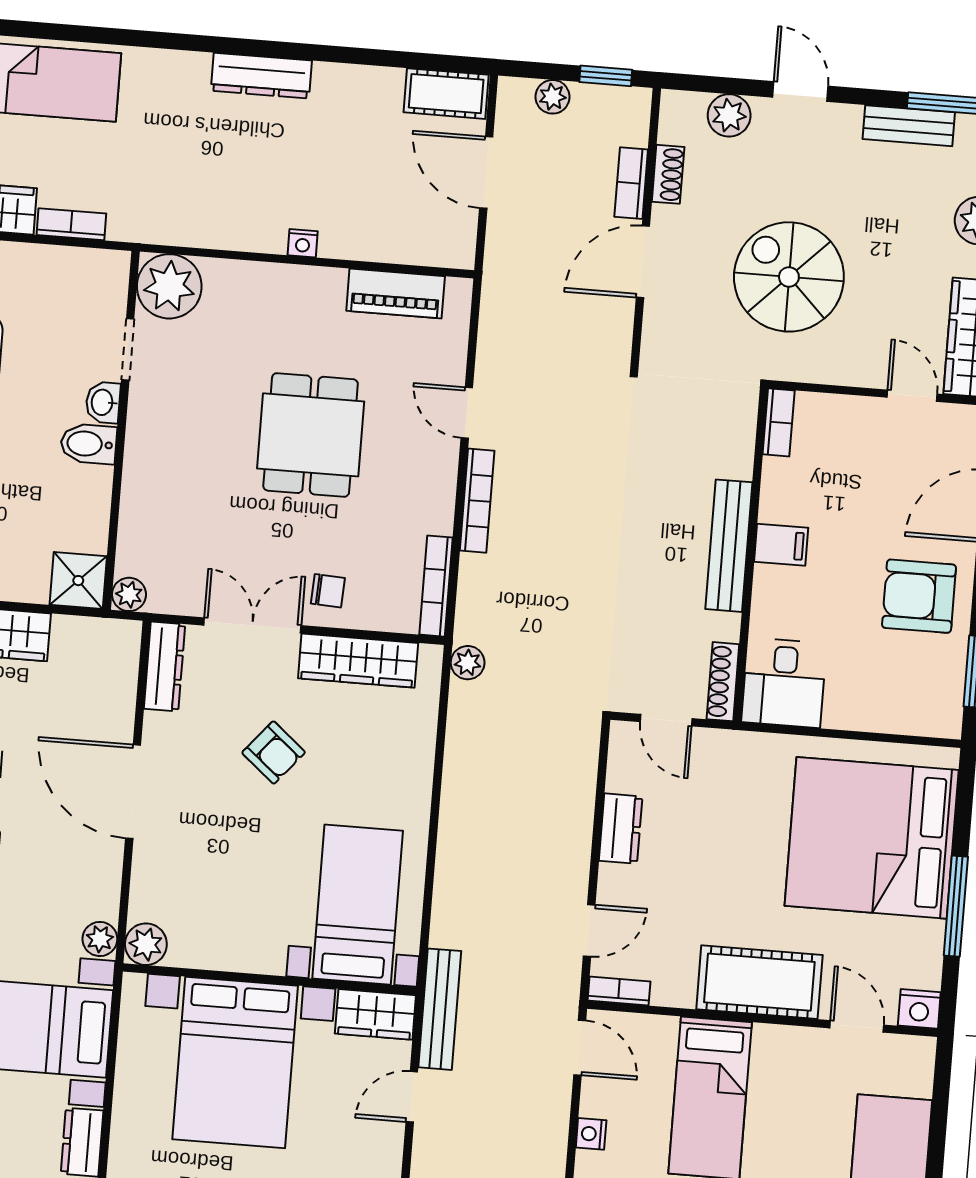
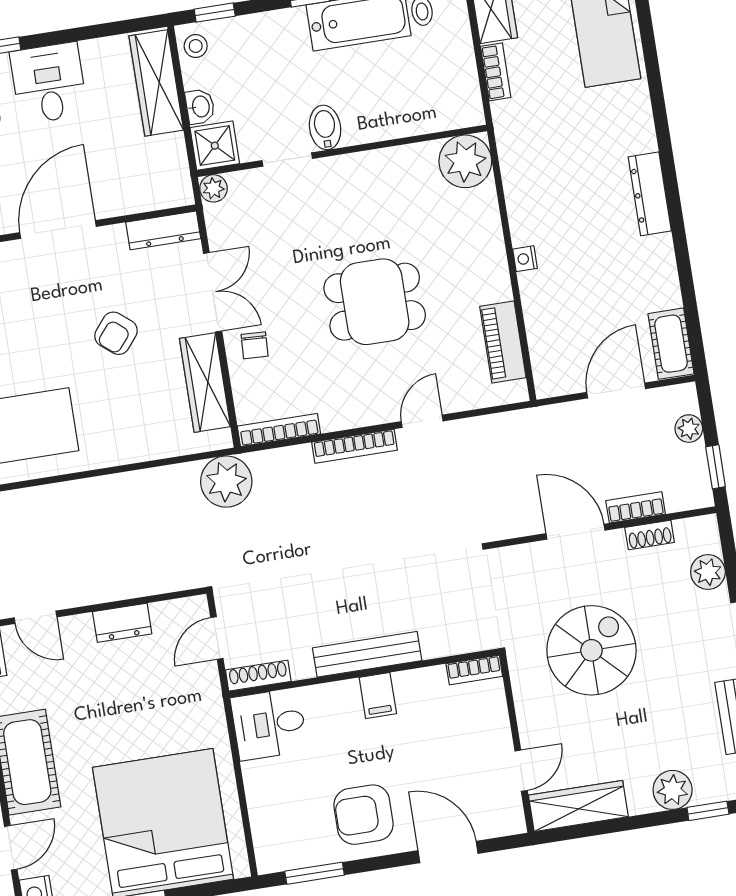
doorway: (128, 349) -> (287, 159), moved
washbasin: (103, 402) -> (200, 107), moved, turned 90
armchair: (919, 596) -> (364, 815), turned -90
plant: (468, 663) -> (226, 482), width x1.88, depth x1.88

